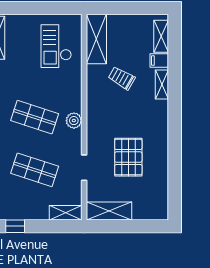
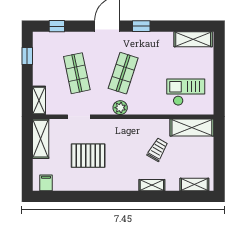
filing cabinet: (159, 61) -> (46, 183), moved
shop shelf: (35, 170) -> (77, 73), turned -30

